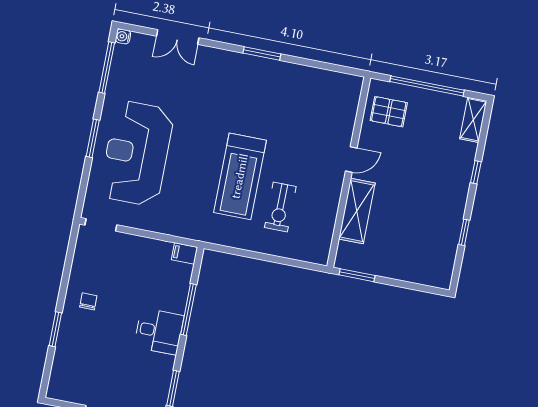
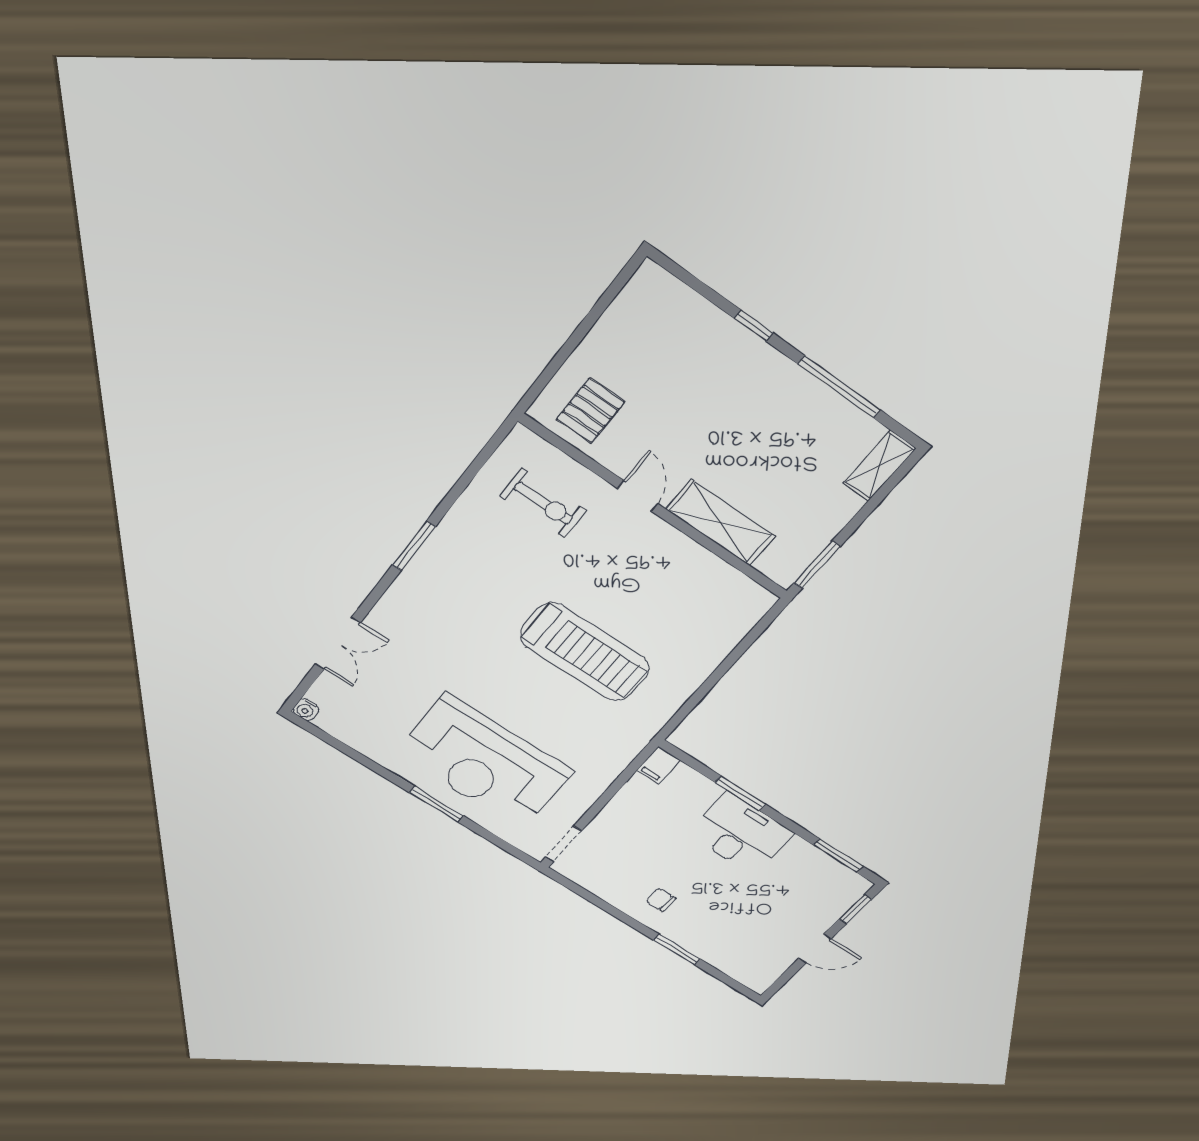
window: (107, 68) -> (342, 747), removed
window: (427, 86) -> (577, 336), removed
shelving: (473, 120) -> (879, 466), moved, turned 90
exercise bike: (280, 207) -> (543, 503), moved
window: (464, 232) -> (839, 387), width x2.17
window: (188, 310) -> (740, 793), width x0.69
desk: (159, 331) -> (740, 833), width x1.37

